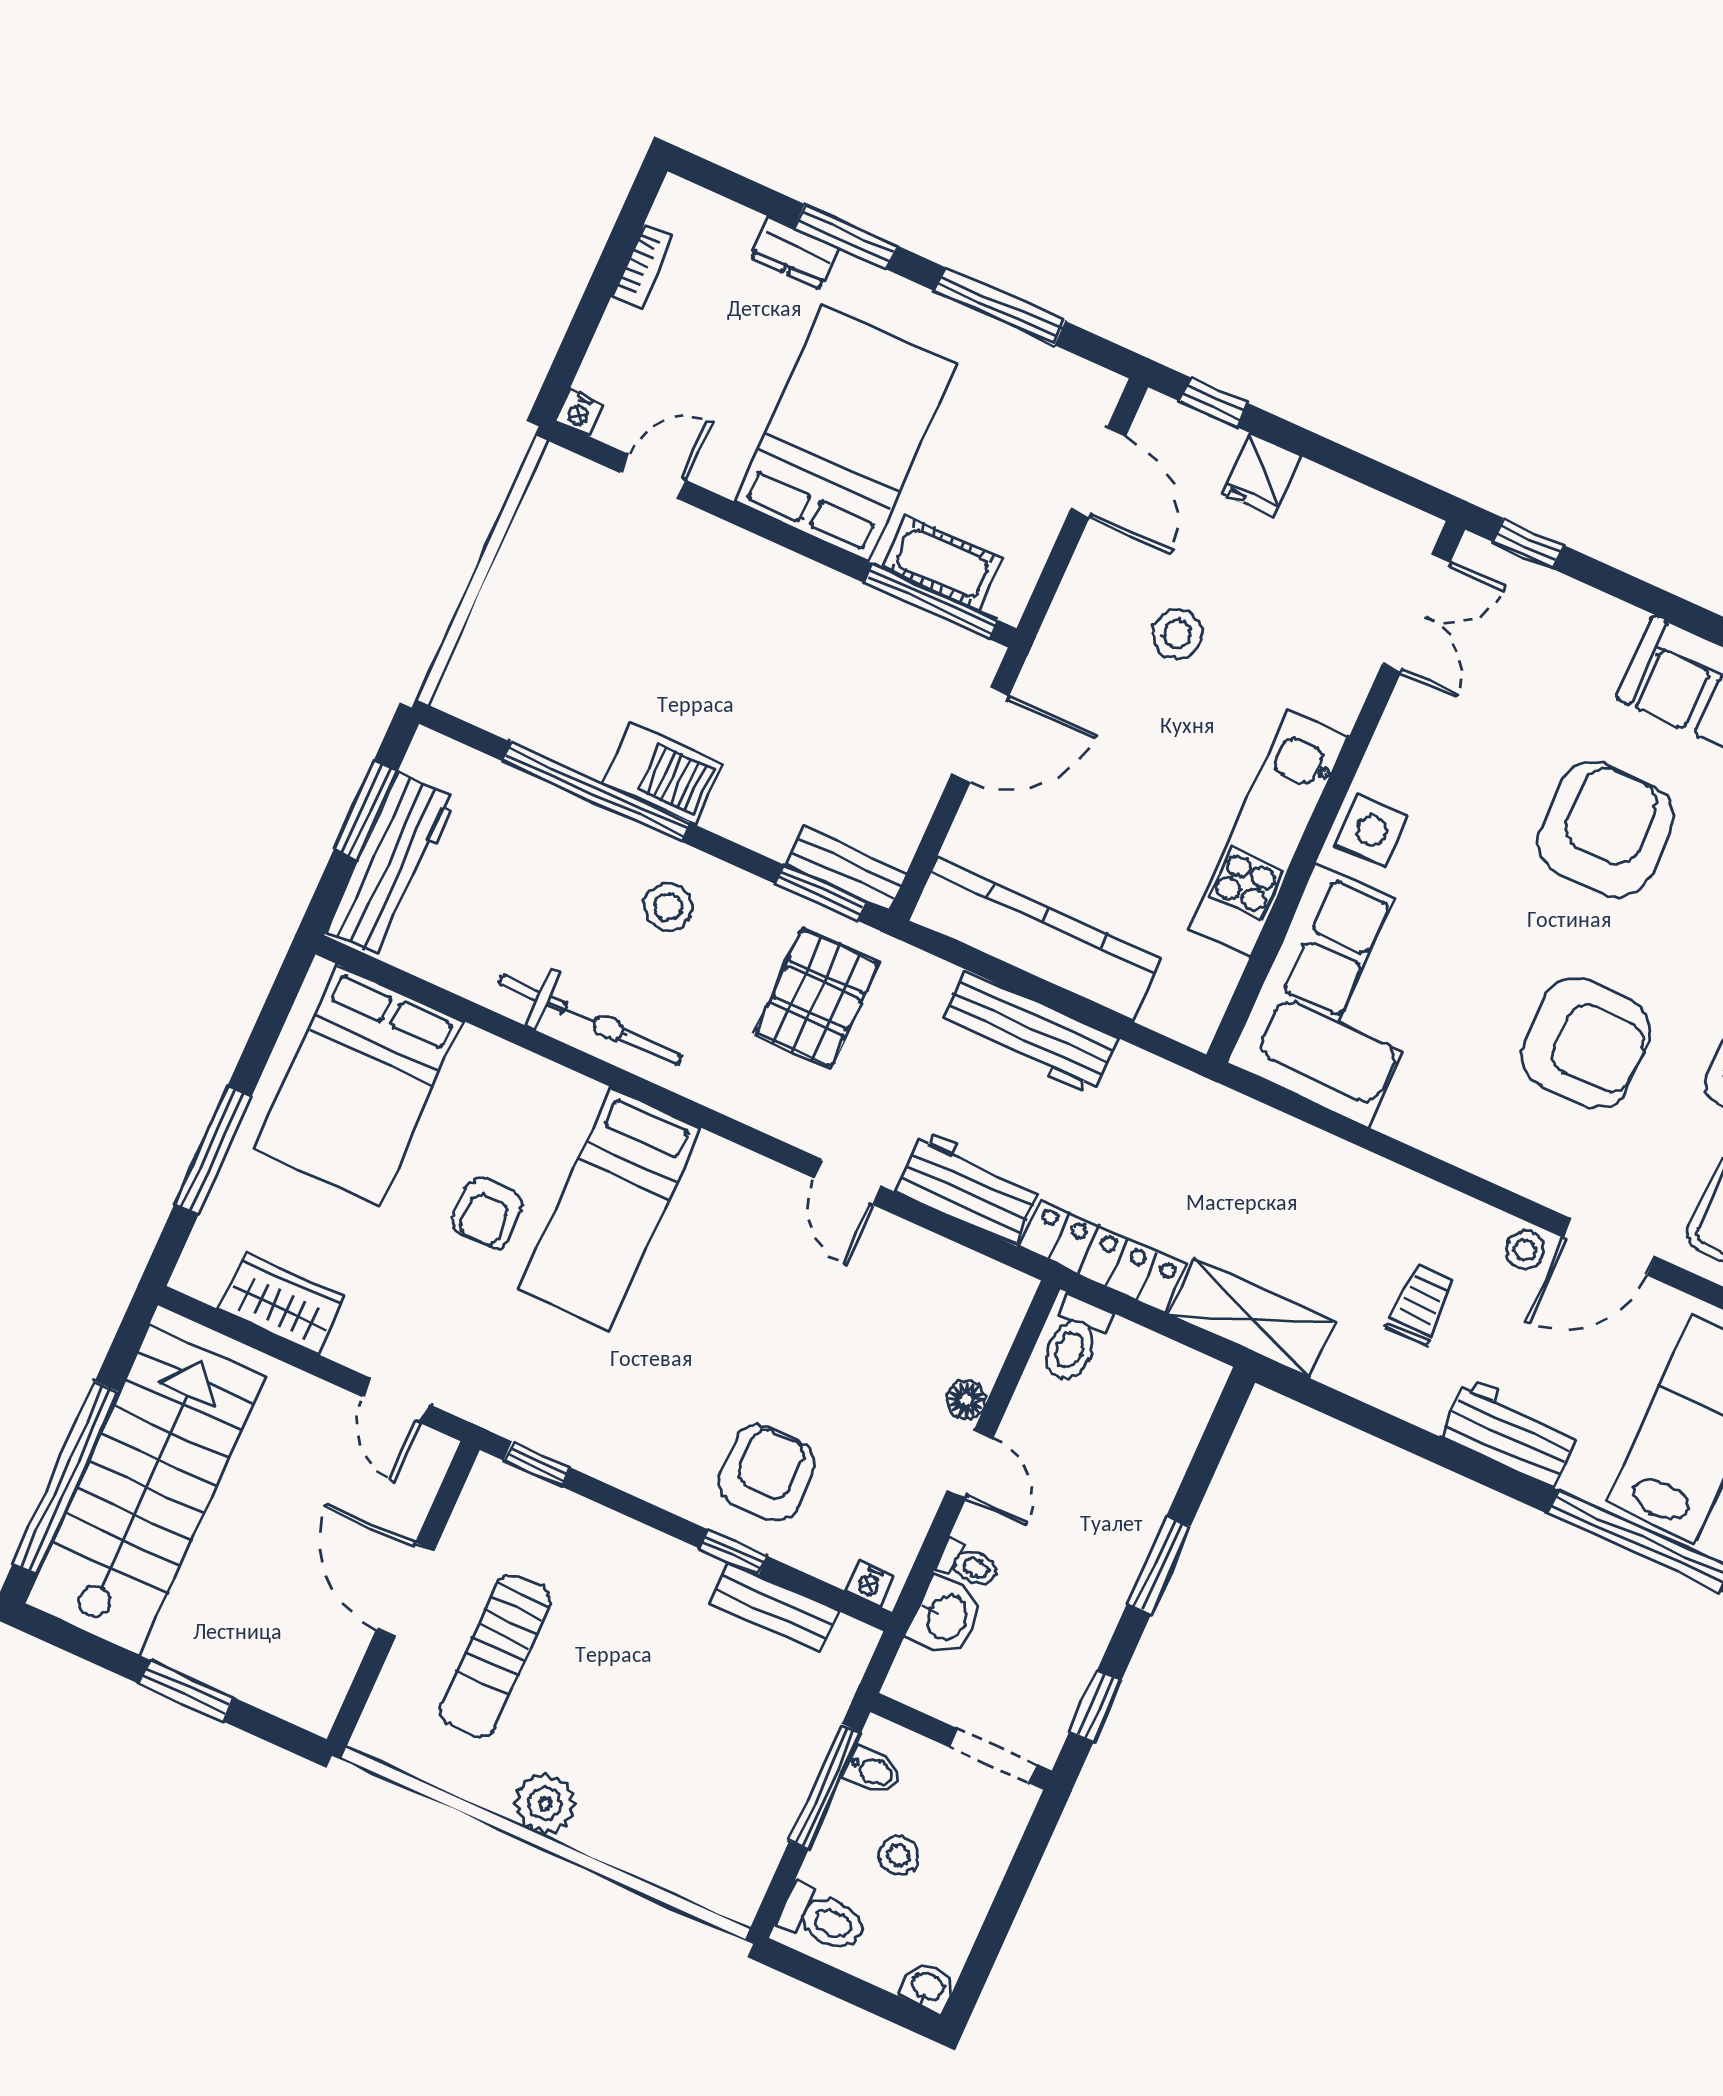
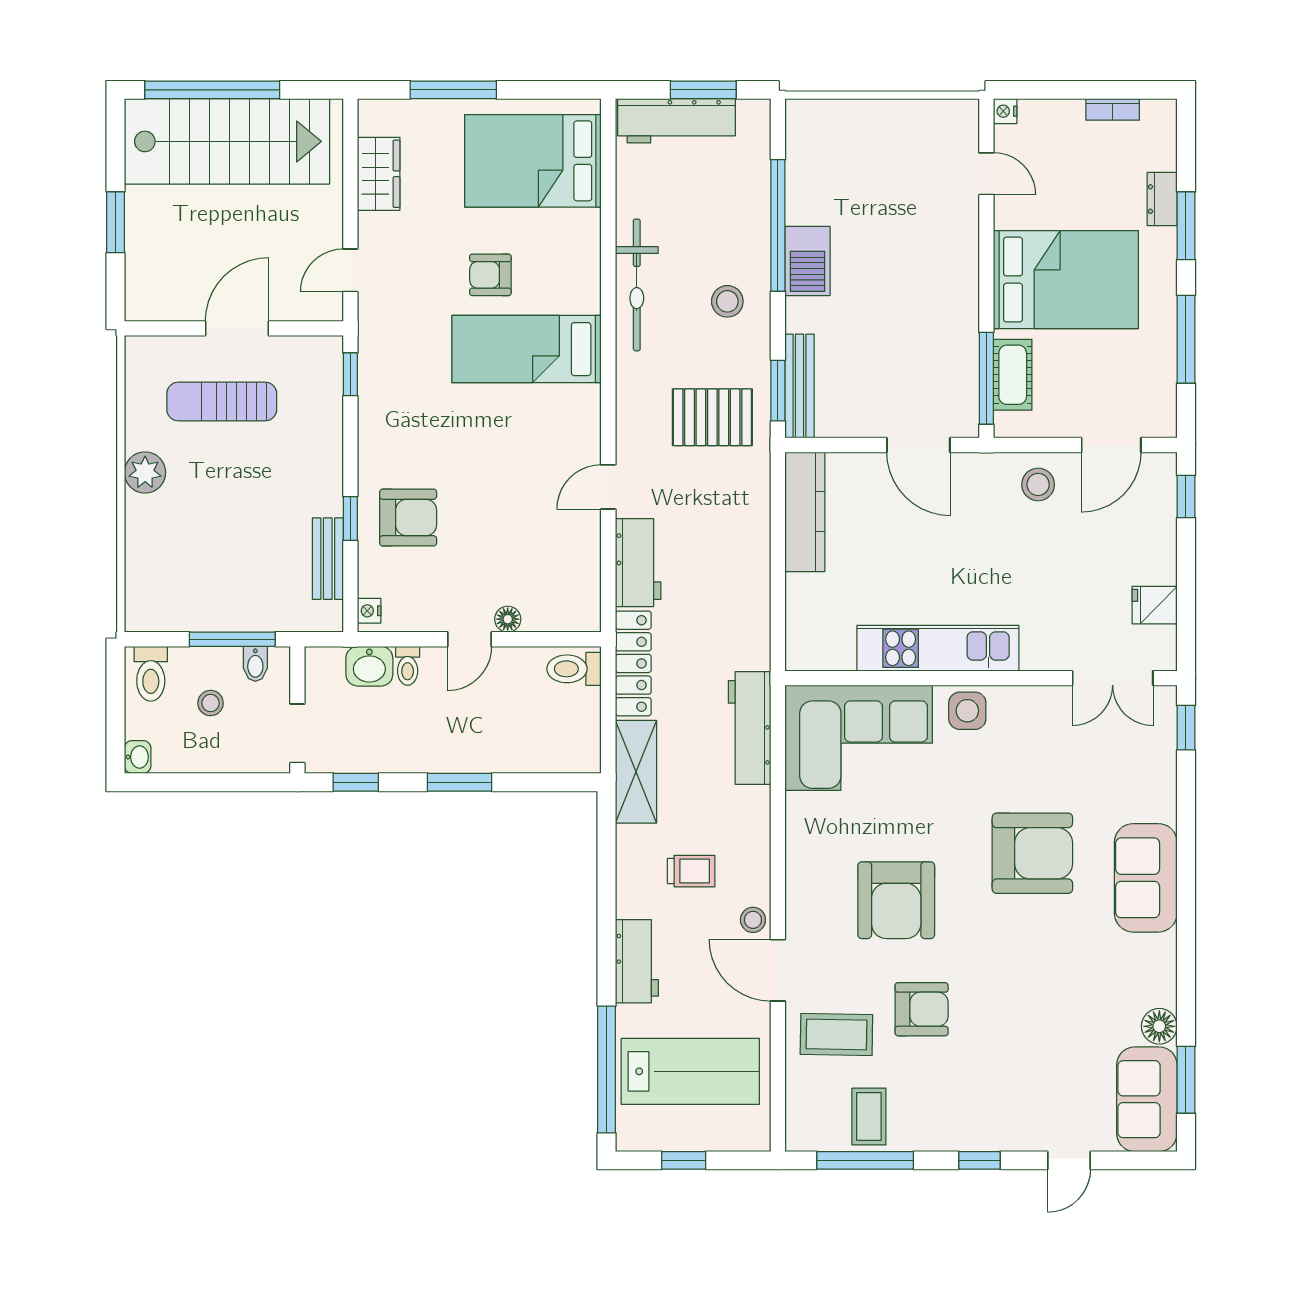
fridge: (1262, 475) -> (1155, 605), moved
stool: (1178, 634) -> (1038, 484), moved
bench: (846, 869) -> (799, 386), width x1.36
kitchen counter: (1035, 940) -> (805, 512), width x0.72, depth x0.86
workbench: (1028, 1032) -> (750, 728), moved

